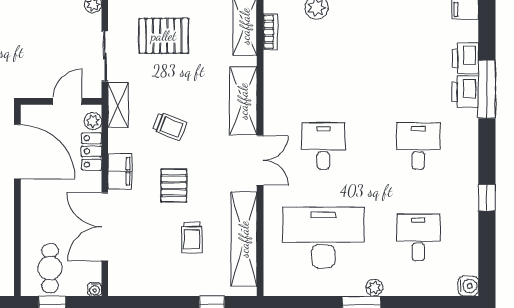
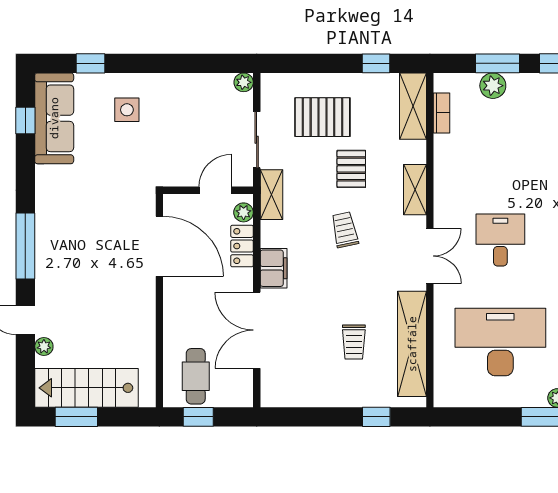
shelving: (243, 101) -> (415, 190), width x0.67, depth x0.75
trolley: (170, 126) -> (345, 230), moved, turned -123
pallet: (174, 186) -> (351, 169), moved
water cooler: (95, 289) -> (245, 400), removed

